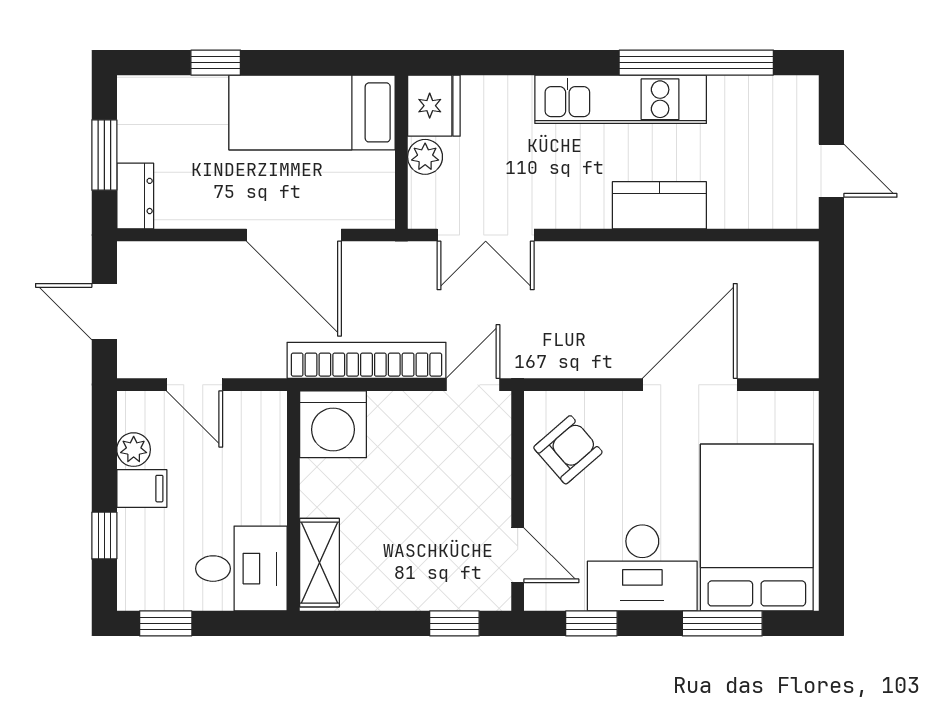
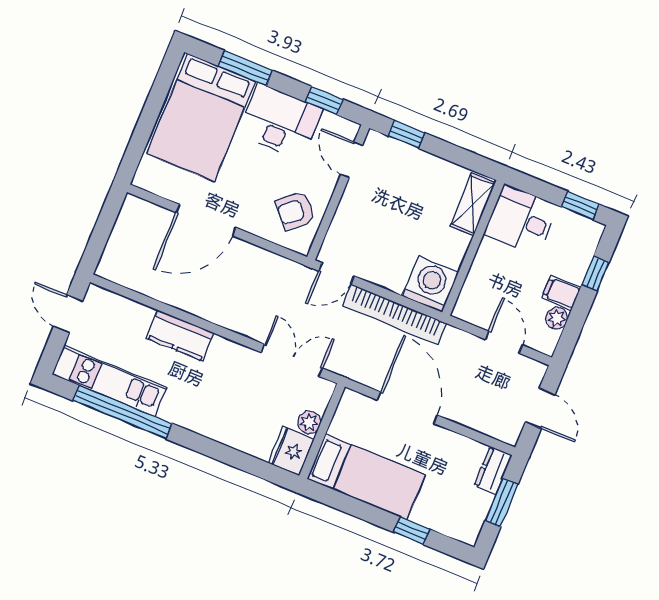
kitchen unit: (621, 99) -> (110, 381), moved

